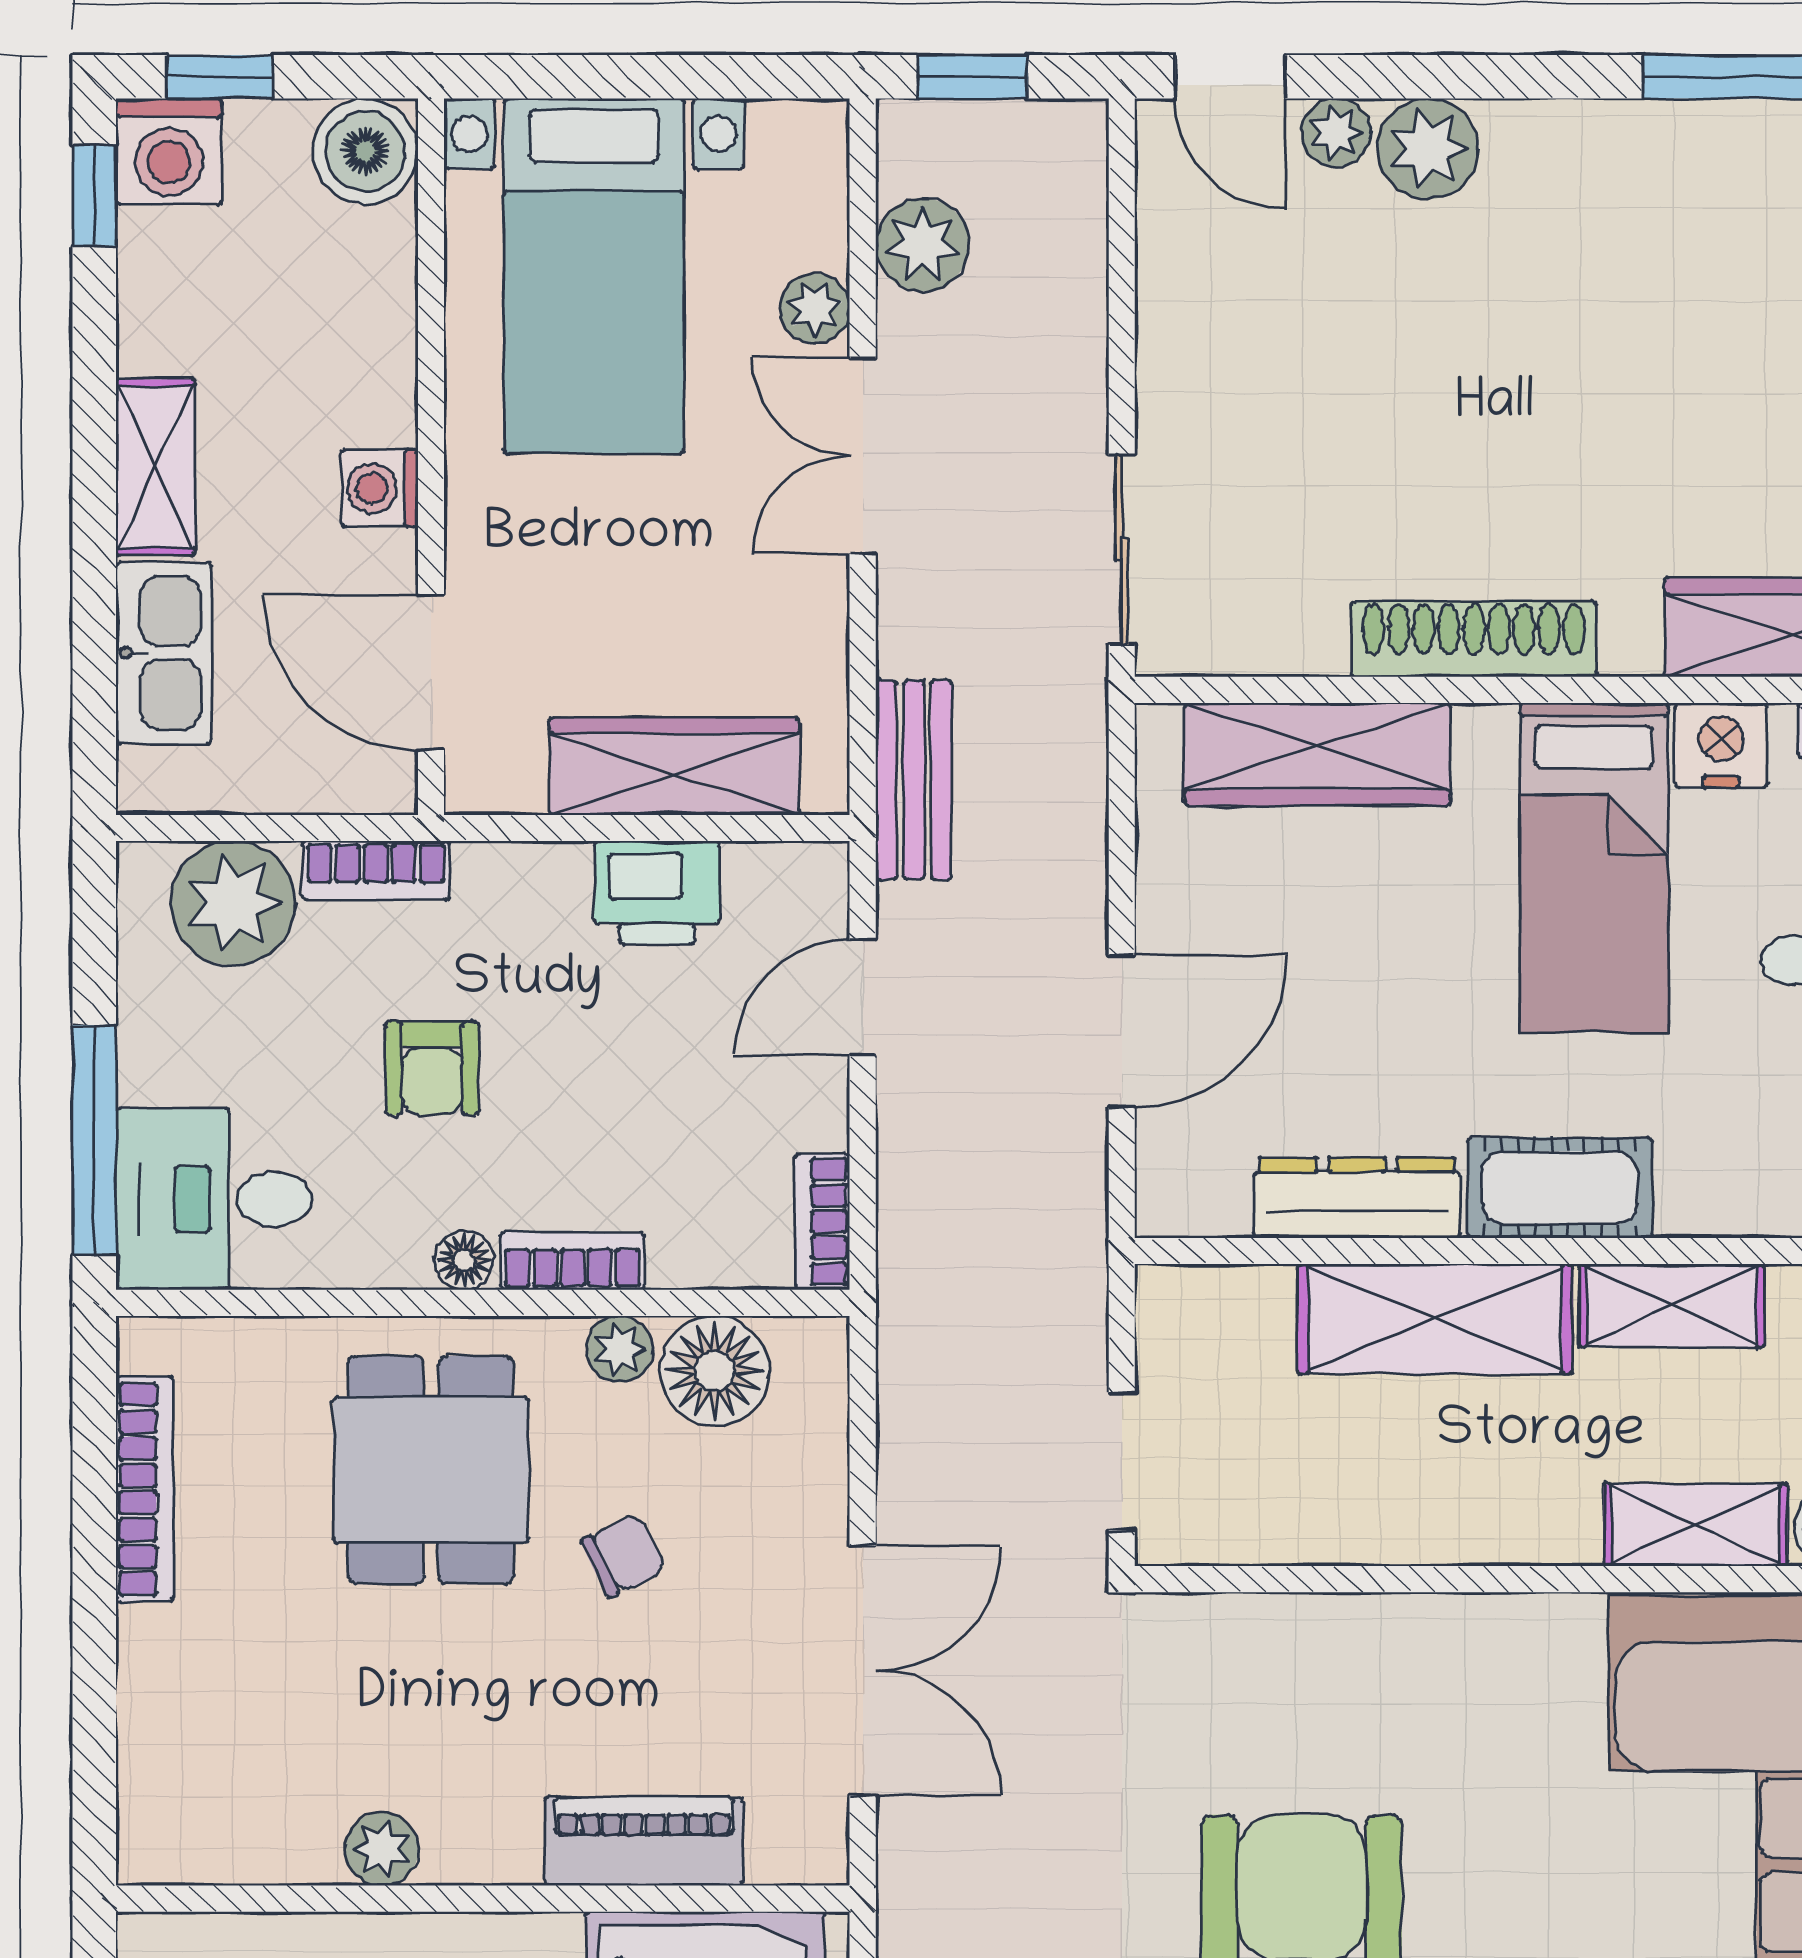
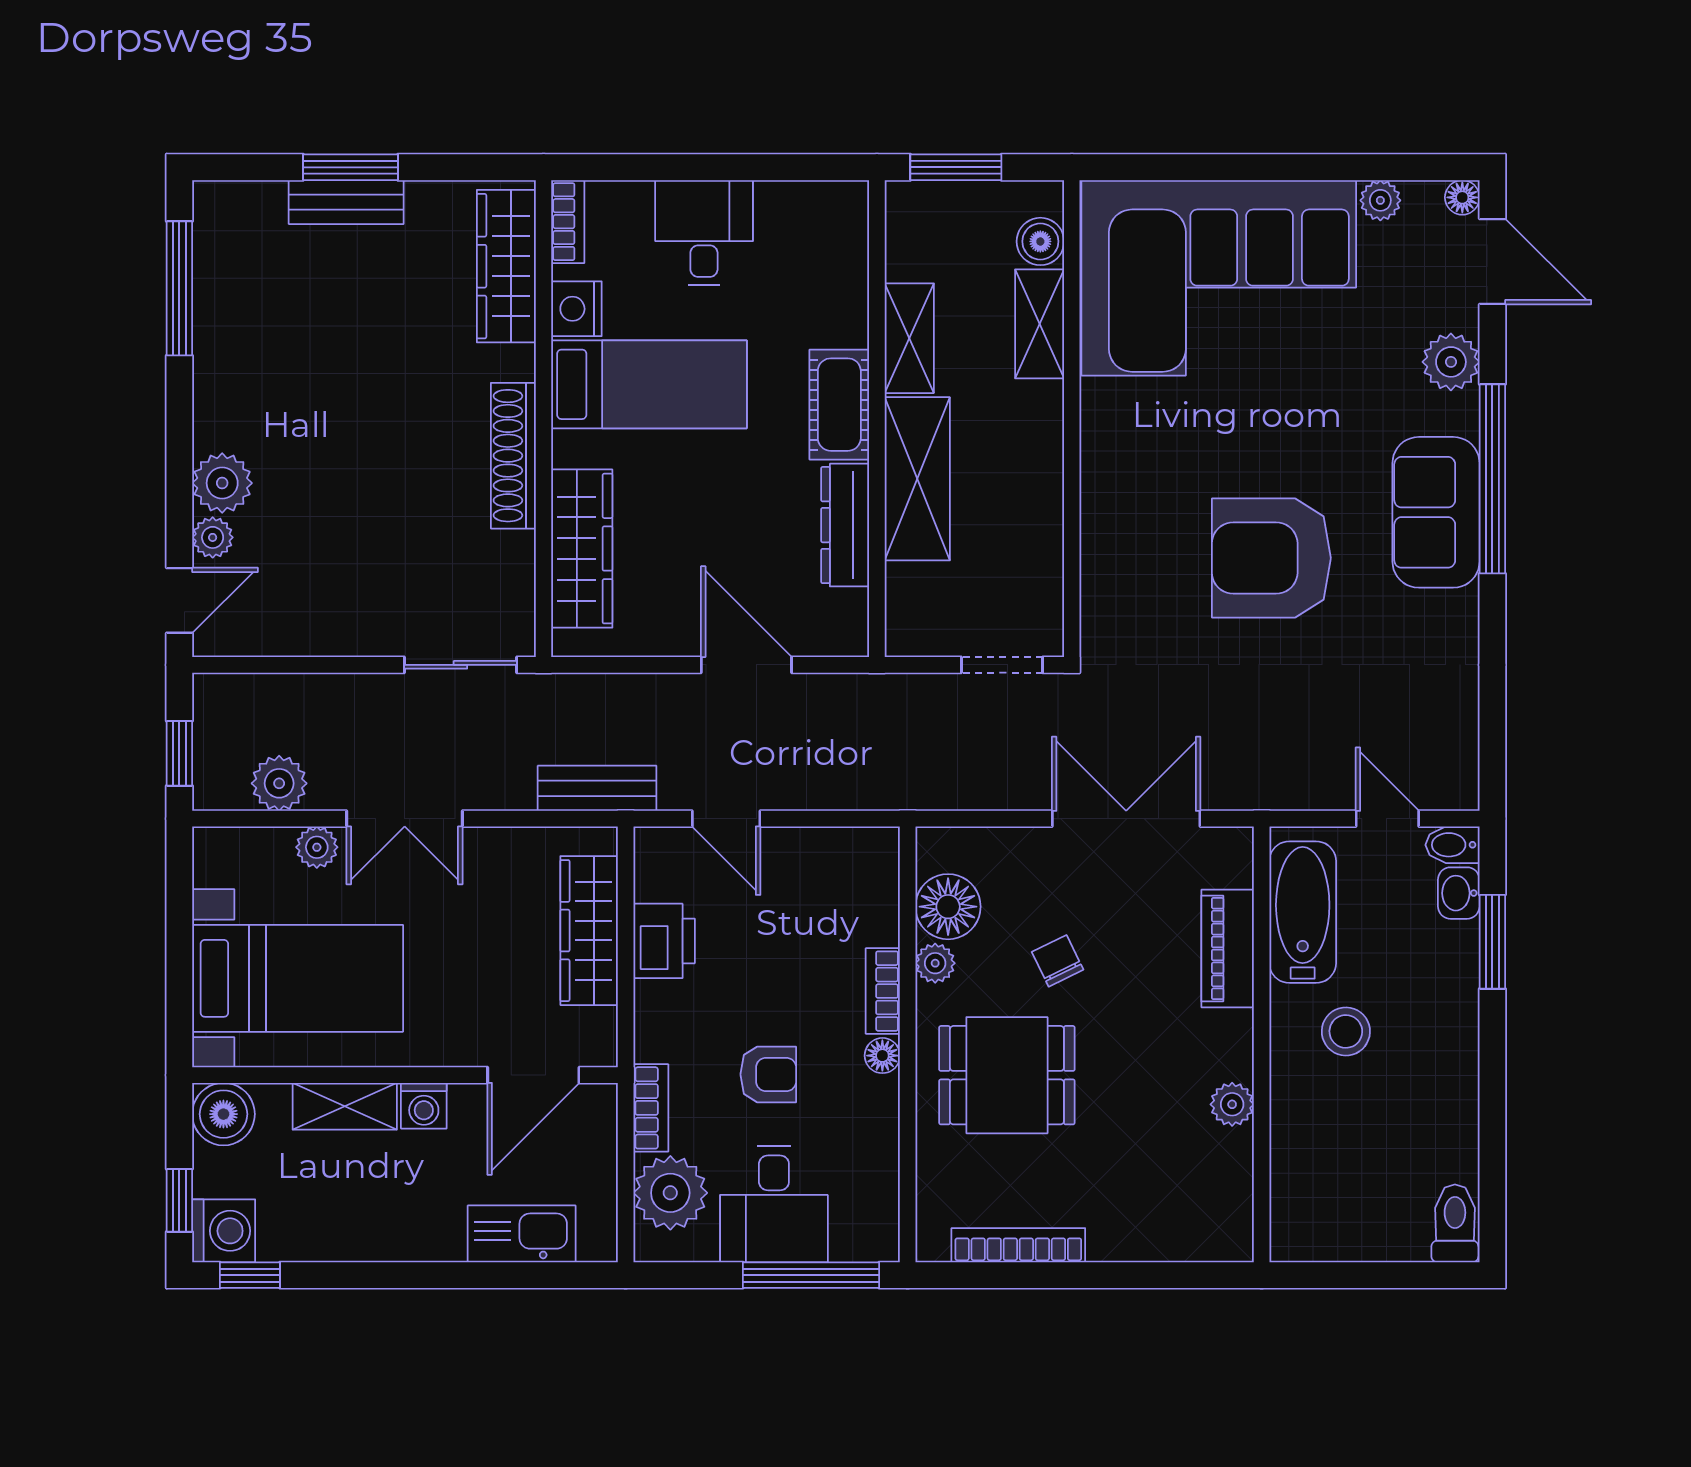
shelving: (155, 467) -> (345, 1106), moved
desk: (214, 1199) -> (774, 1204), moved
bookcase: (822, 1222) -> (859, 843), removed

